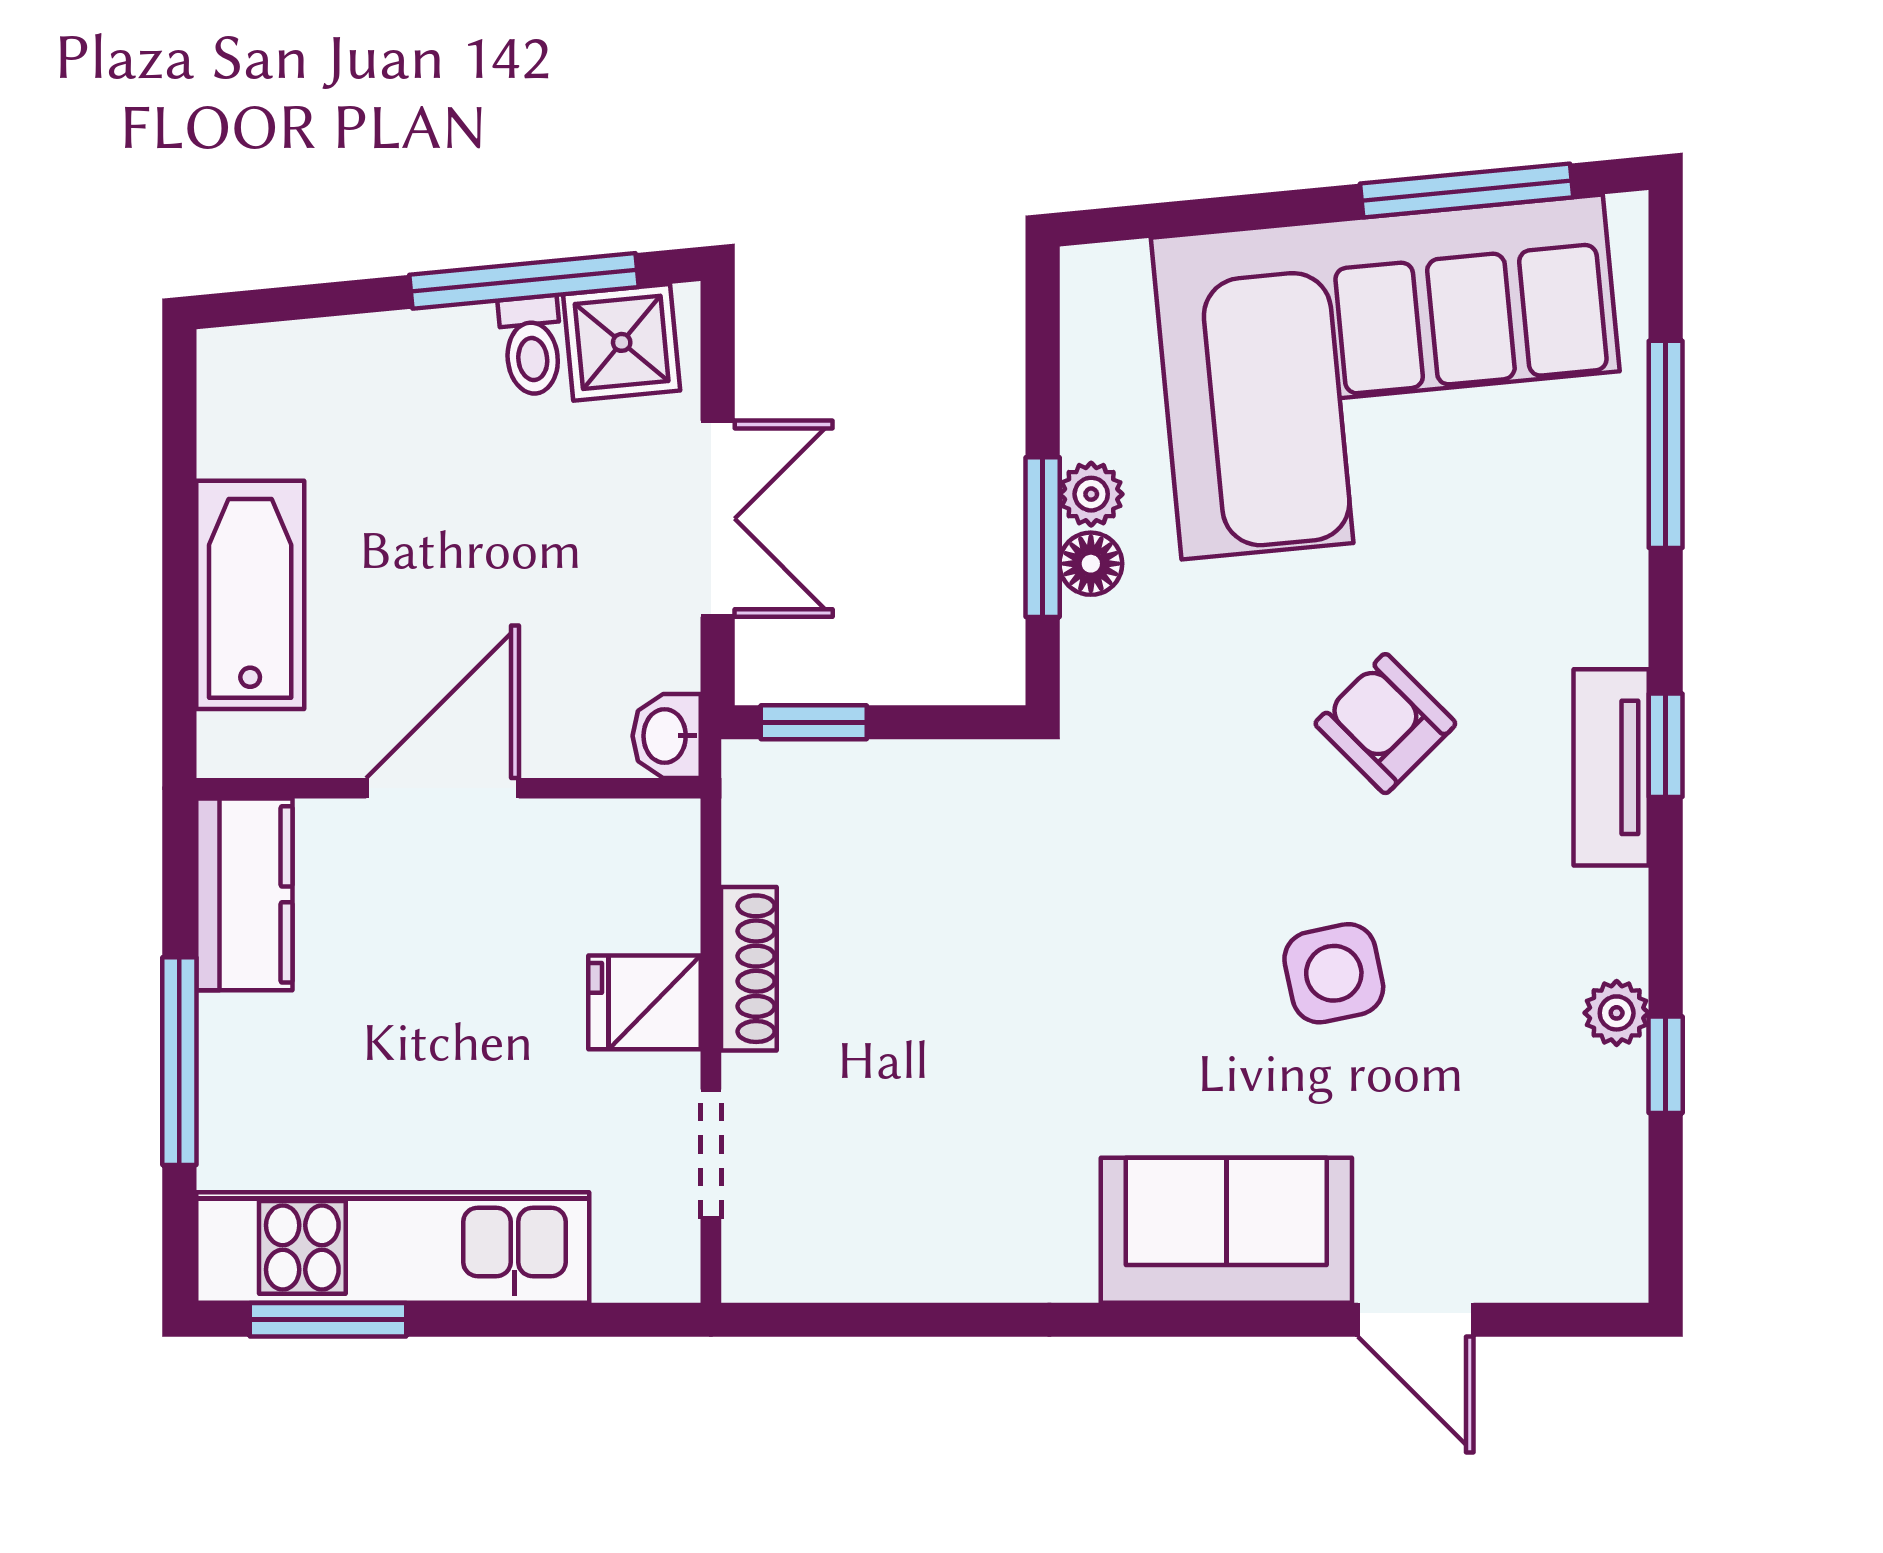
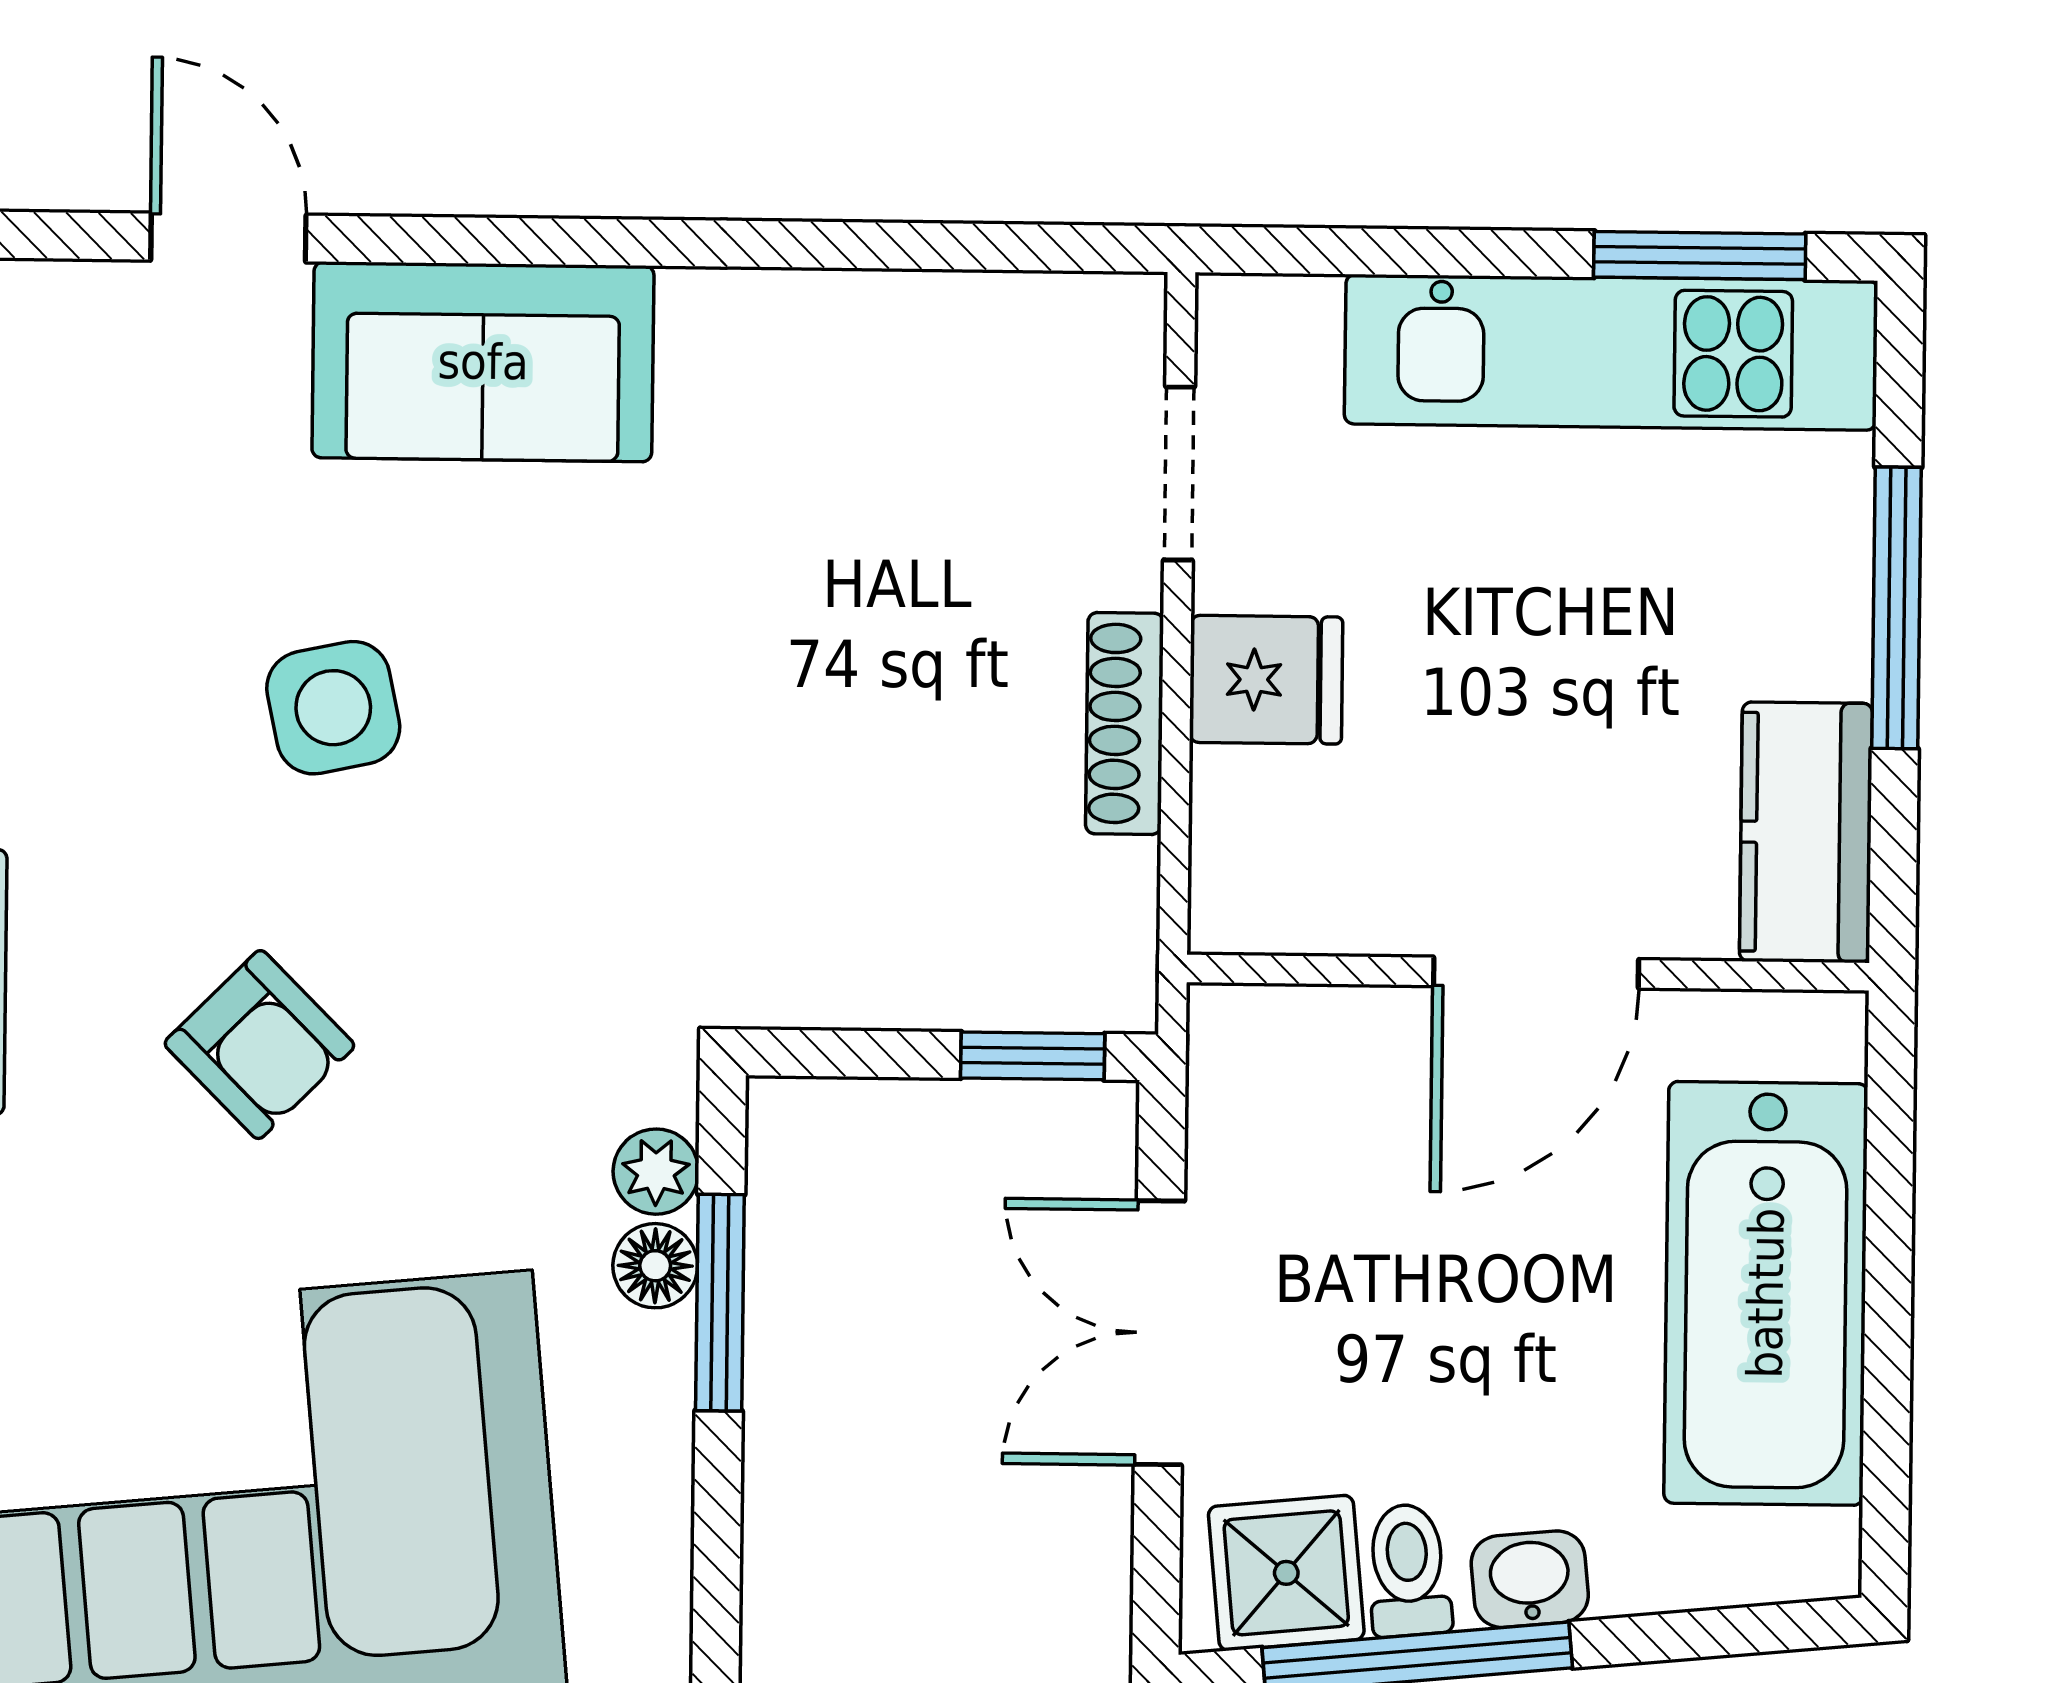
plant: (1091, 494) -> (656, 1172), moved
bathtub: (250, 595) -> (1766, 1293), width x1.36, depth x1.36
washbasin: (667, 736) -> (1530, 1579), moved, turned -95

